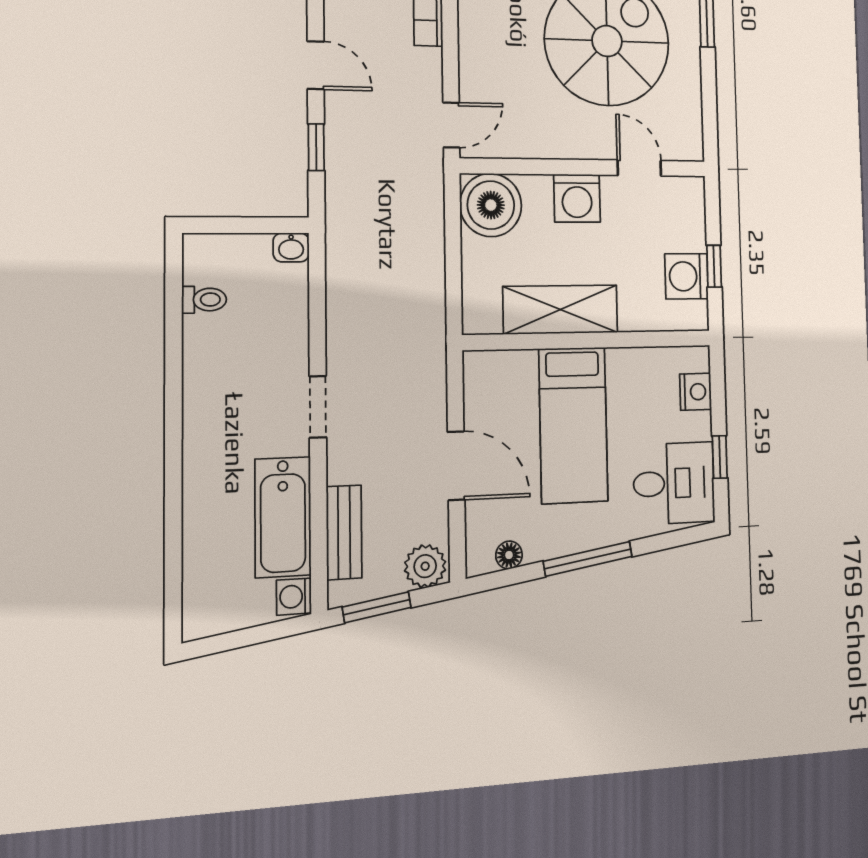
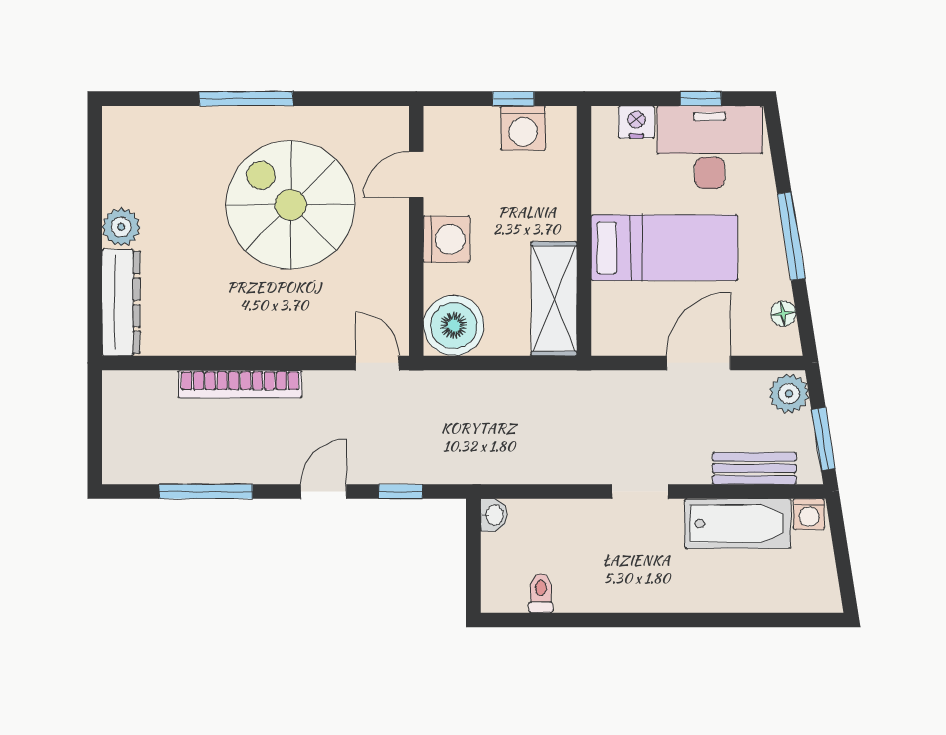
shelving: (561, 310) -> (554, 299), moved
desk: (674, 483) -> (710, 147), width x1.37

